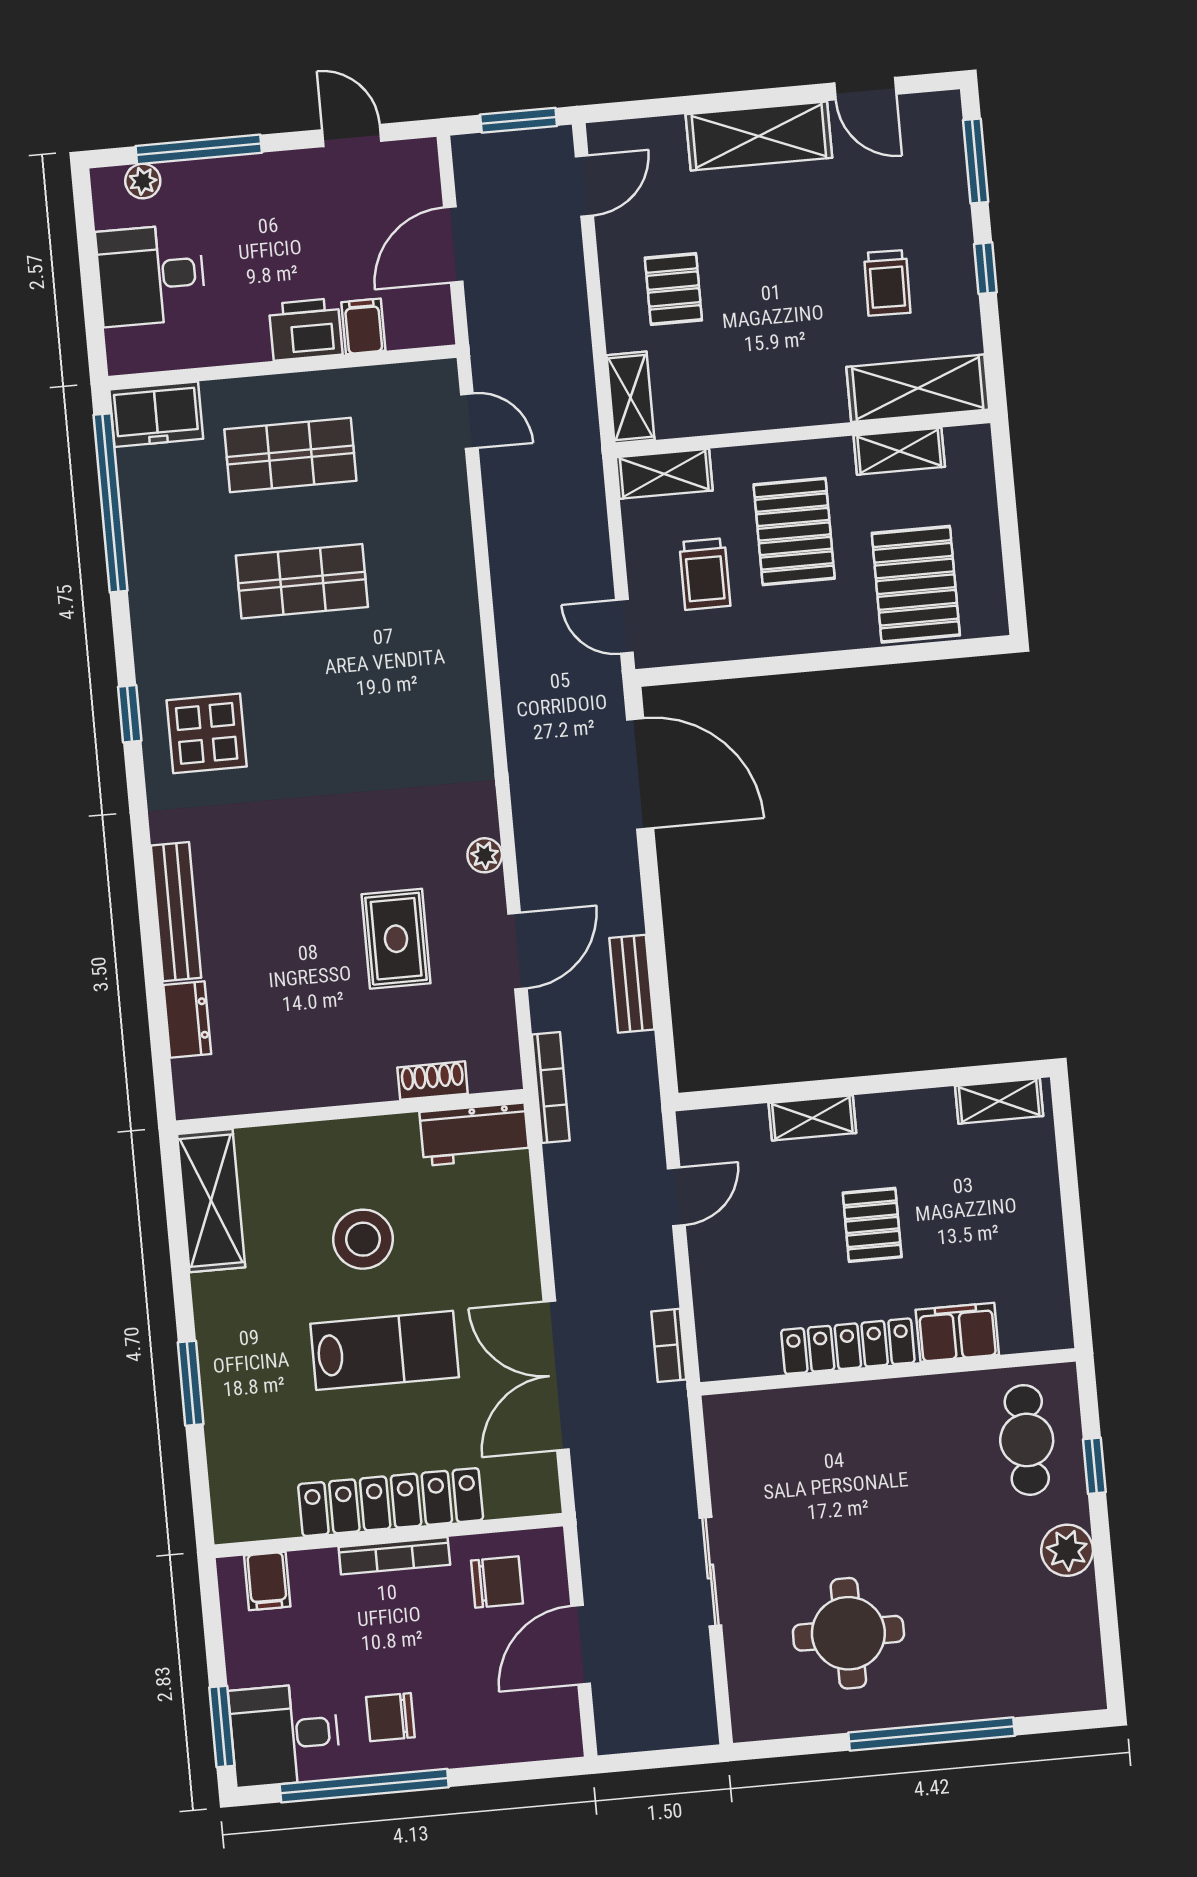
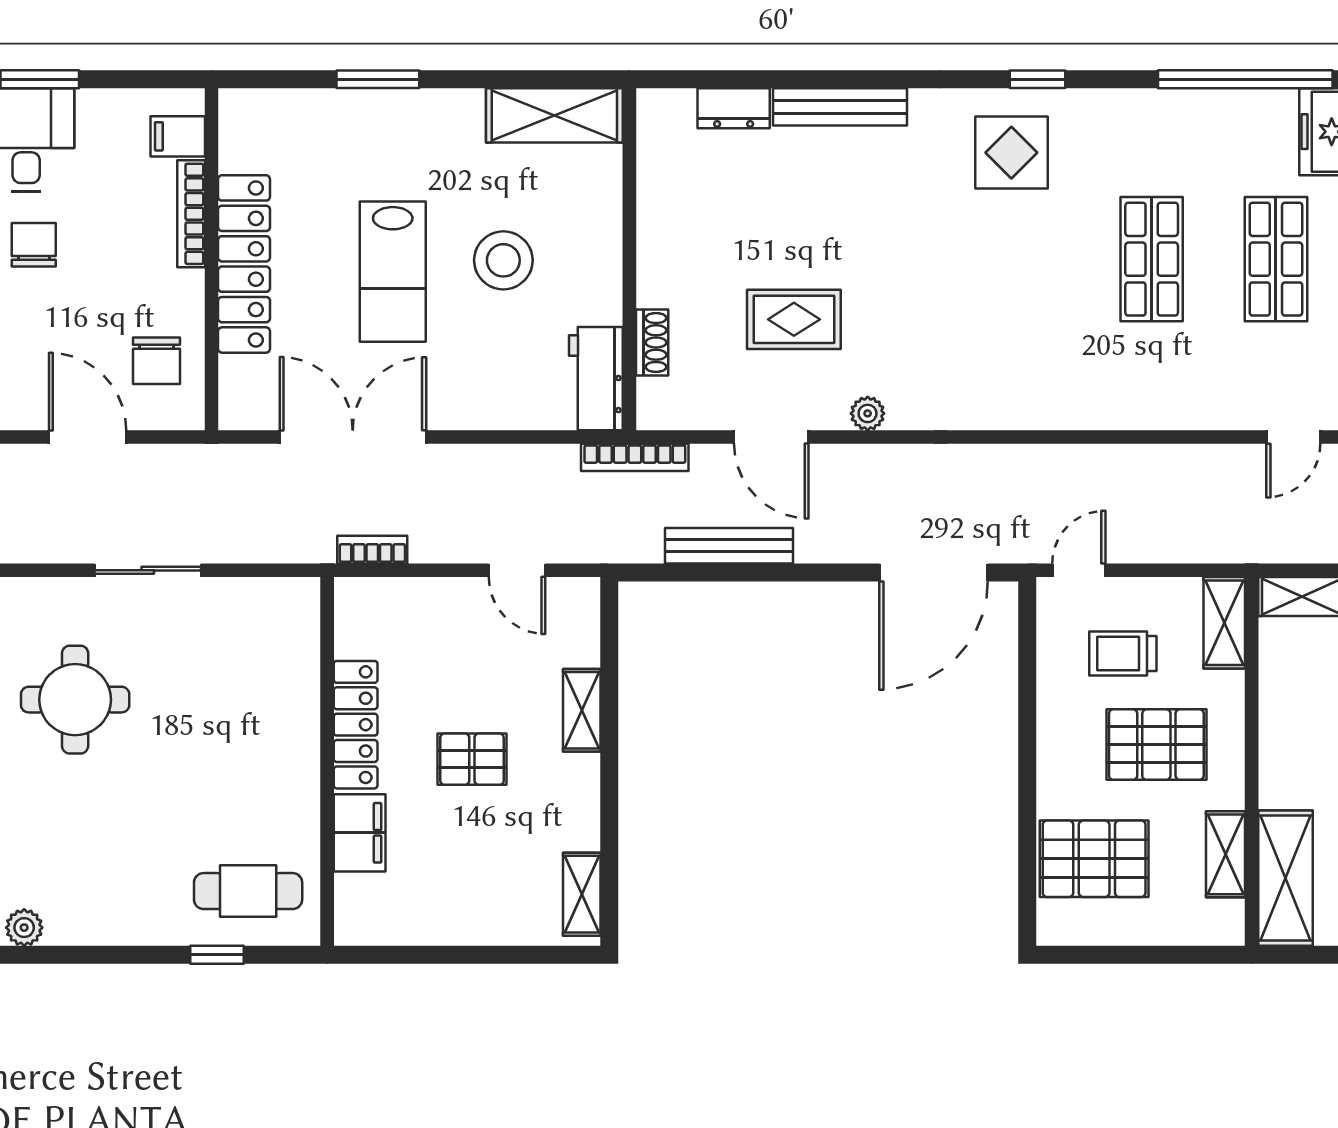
bench: (632, 984) -> (729, 546), width x1.36
plant: (1067, 1550) -> (24, 928), moved, width x0.73, depth x0.73
bookcase: (394, 1556) -> (191, 214), moved

